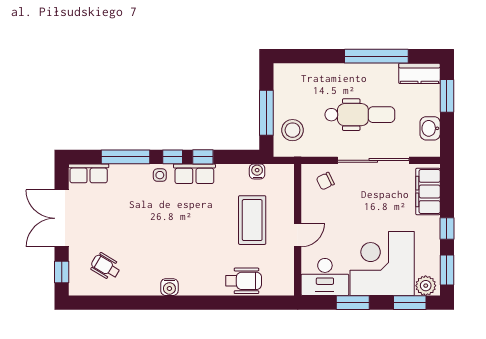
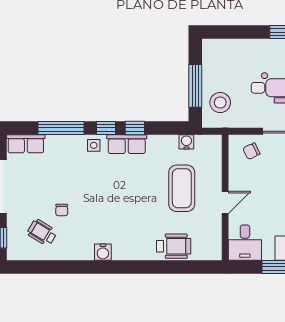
chair: (126, 243) -> (62, 210), added
desk: (325, 277) -> (245, 243), width x0.73

